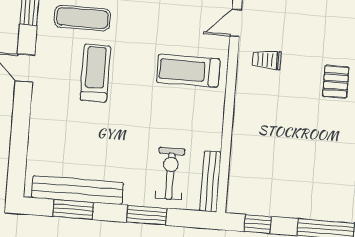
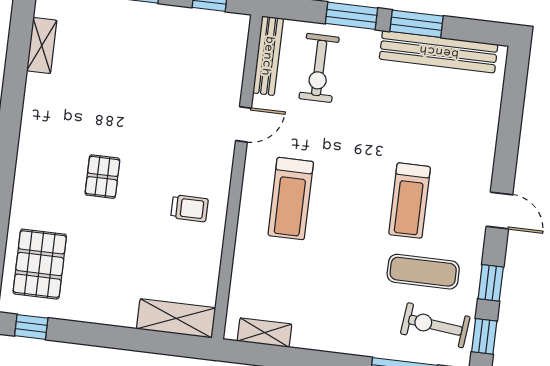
door: (236, 23) -> (243, 124), moved
treadmill: (188, 71) -> (291, 199), turned 90
window: (73, 209) -> (417, 24), moved

